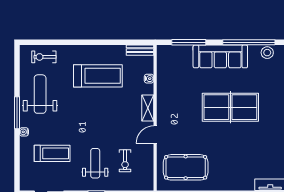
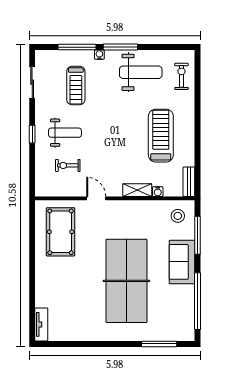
stool: (267, 53) -> (178, 216), moved
sofa: (220, 56) -> (182, 262), width x0.73
treadmill: (98, 76) -> (161, 136), turned 180
table tennis table: (230, 107) -> (126, 281), width x1.36, depth x1.32
shelving: (148, 108) -> (137, 190), moved
window: (17, 152) -> (77, 47), added

